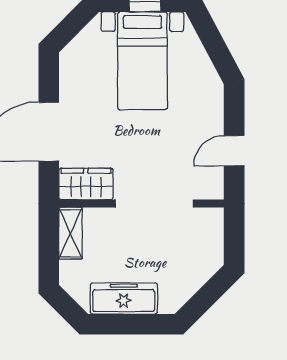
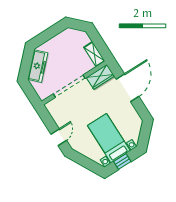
door: (234, 151) -> (59, 137), moved
freezer: (124, 298) -> (38, 66), moved, turned -45

